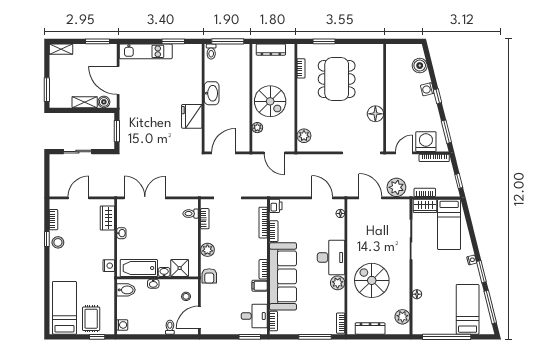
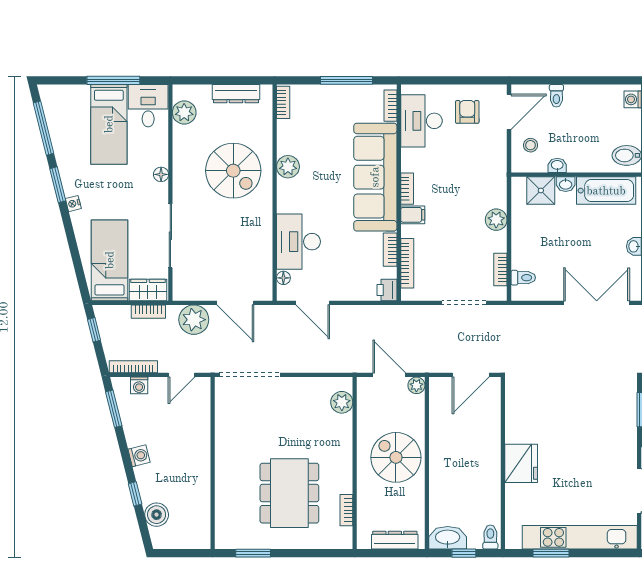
window: (228, 41) -> (464, 553), width x0.46
window: (324, 41) -> (253, 553), moved
kitchen unit: (146, 51) -> (580, 537), width x1.36
washing machine: (427, 89) -> (139, 456), moved
washbasin: (212, 93) -> (448, 538), moved, turned 90
window: (438, 96) -> (135, 494), moved
floor lamp: (375, 114) -> (227, 437), removed
fridge: (192, 116) -> (521, 463), moved
plant: (257, 128) -> (416, 385), moved
washing machine: (426, 142) -> (139, 385), width x0.53, depth x0.53
double door: (145, 198) -> (597, 303), swing flipped
desk: (331, 257) -> (298, 242), moved
armchair: (209, 276) -> (467, 112), moved
washbasin: (153, 284) -> (557, 165), moved
filing cabinet: (260, 286) -> (413, 215), moved
floor lamp: (417, 294) -> (161, 174), moved
bed: (468, 309) -> (109, 124), moved
desk: (254, 316) -> (421, 121), width x1.37
desk: (425, 321) -> (148, 106), added
window: (250, 337) -> (428, 80), removed
window: (315, 337) -> (347, 80), moved
window: (447, 337) -> (113, 80), width x0.68

